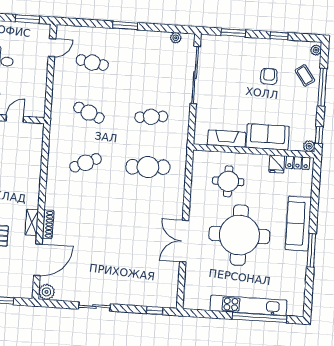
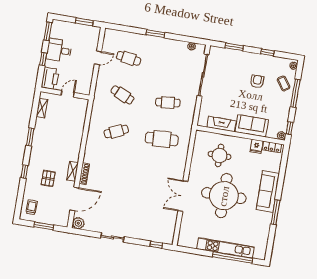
door: (52, 47) -> (98, 58), moved

